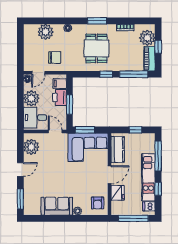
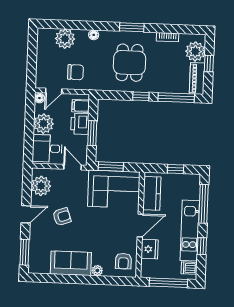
armchair: (48, 170) -> (62, 217), added

